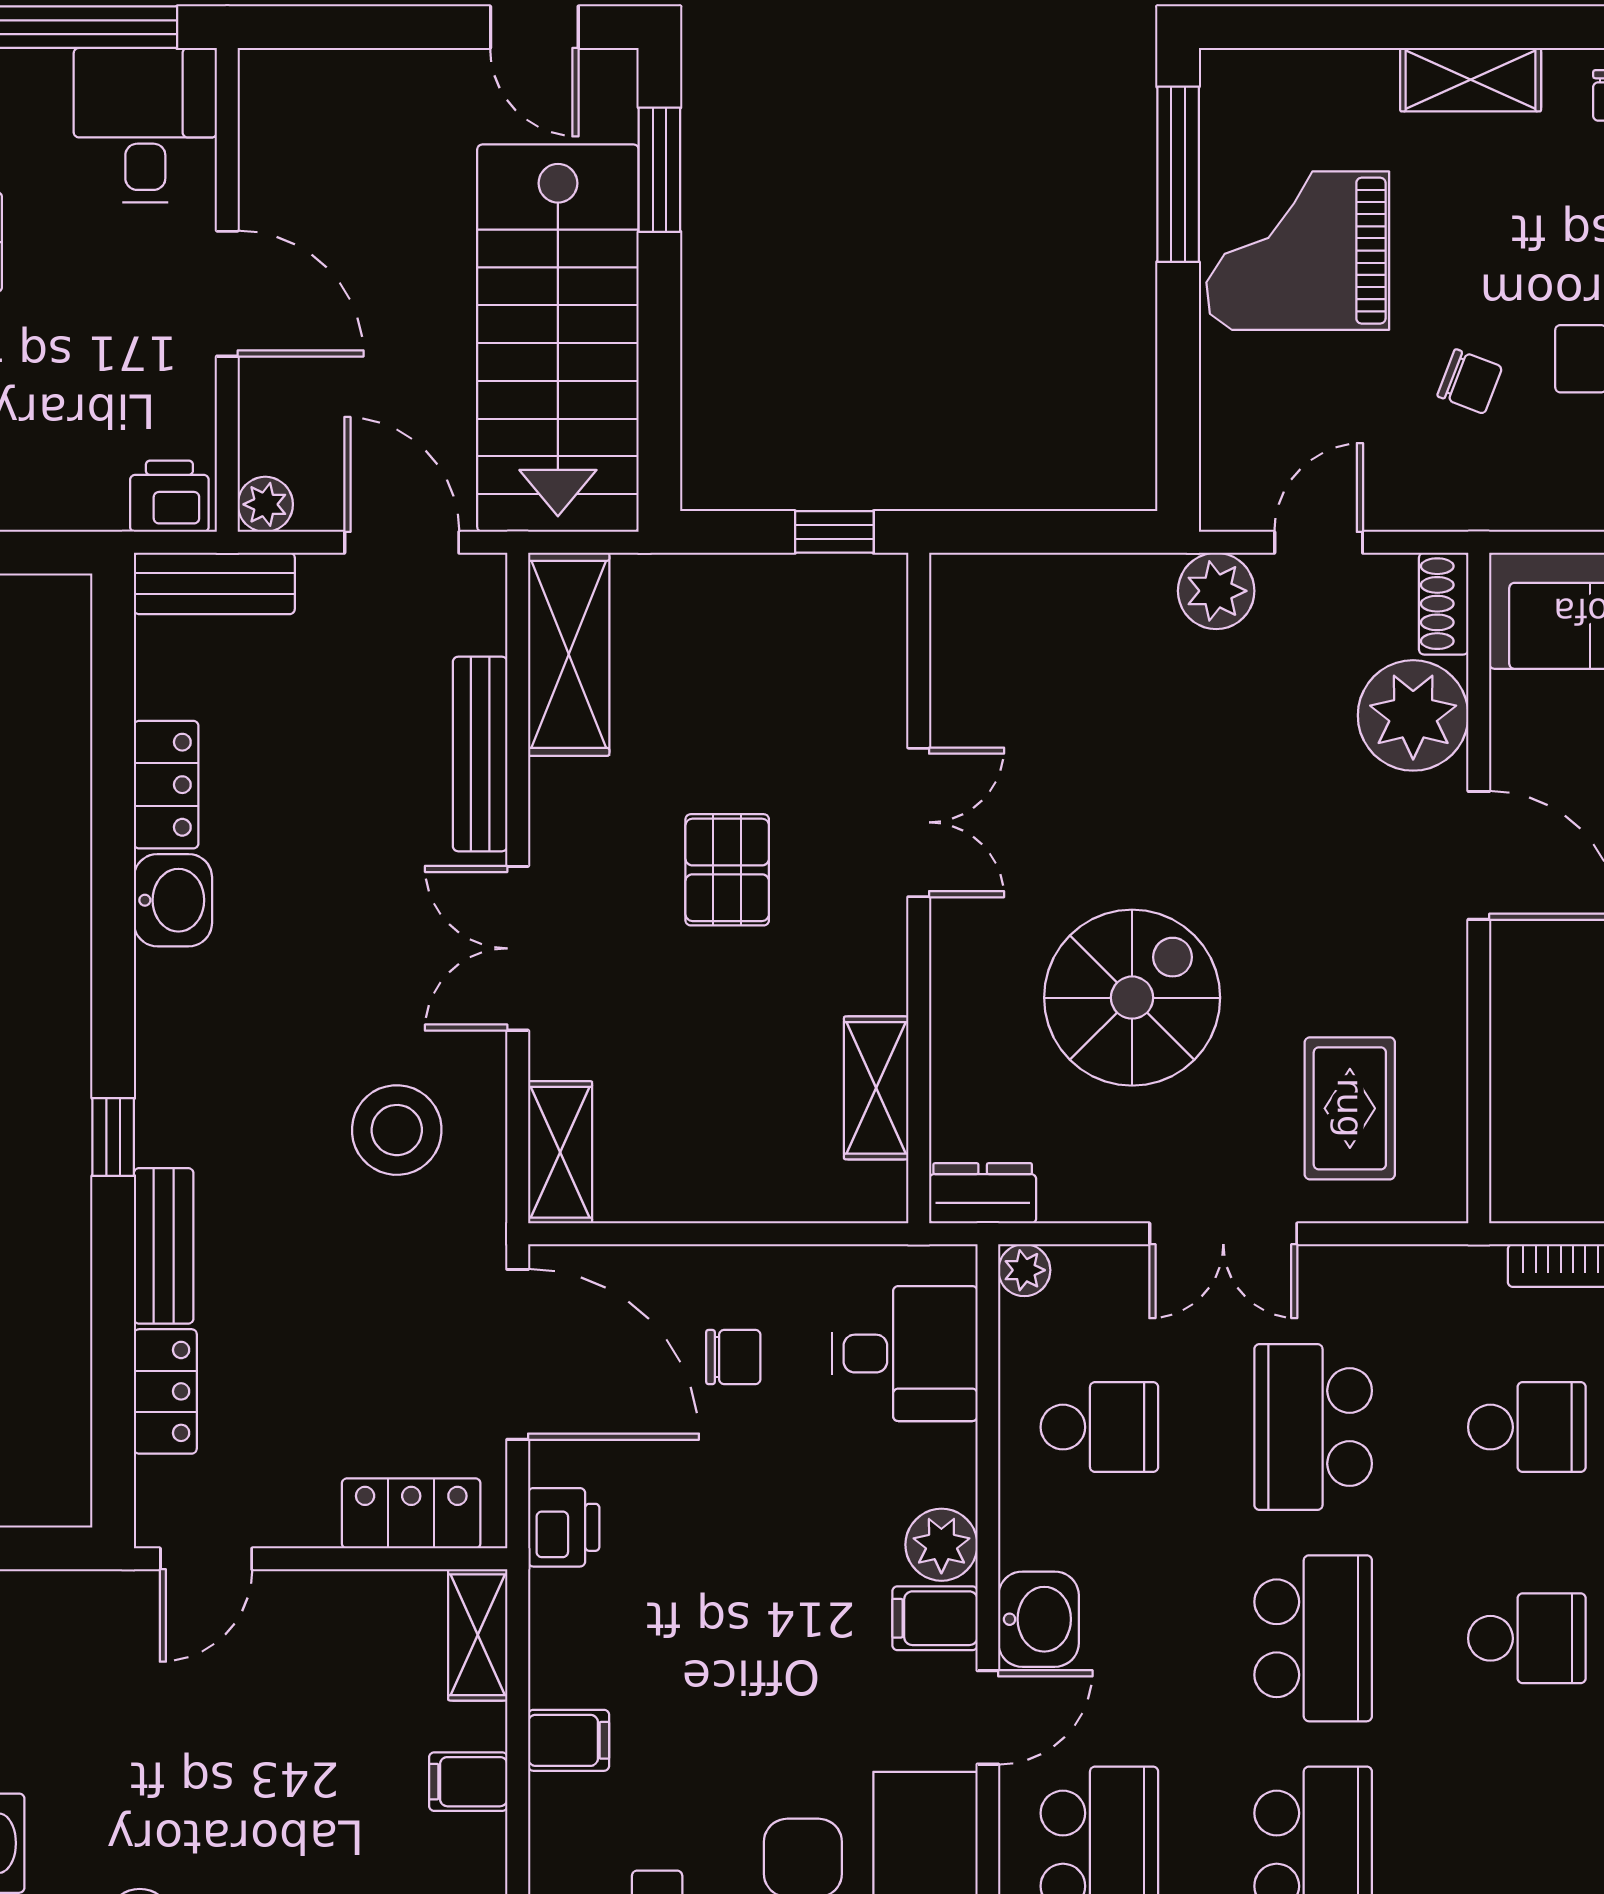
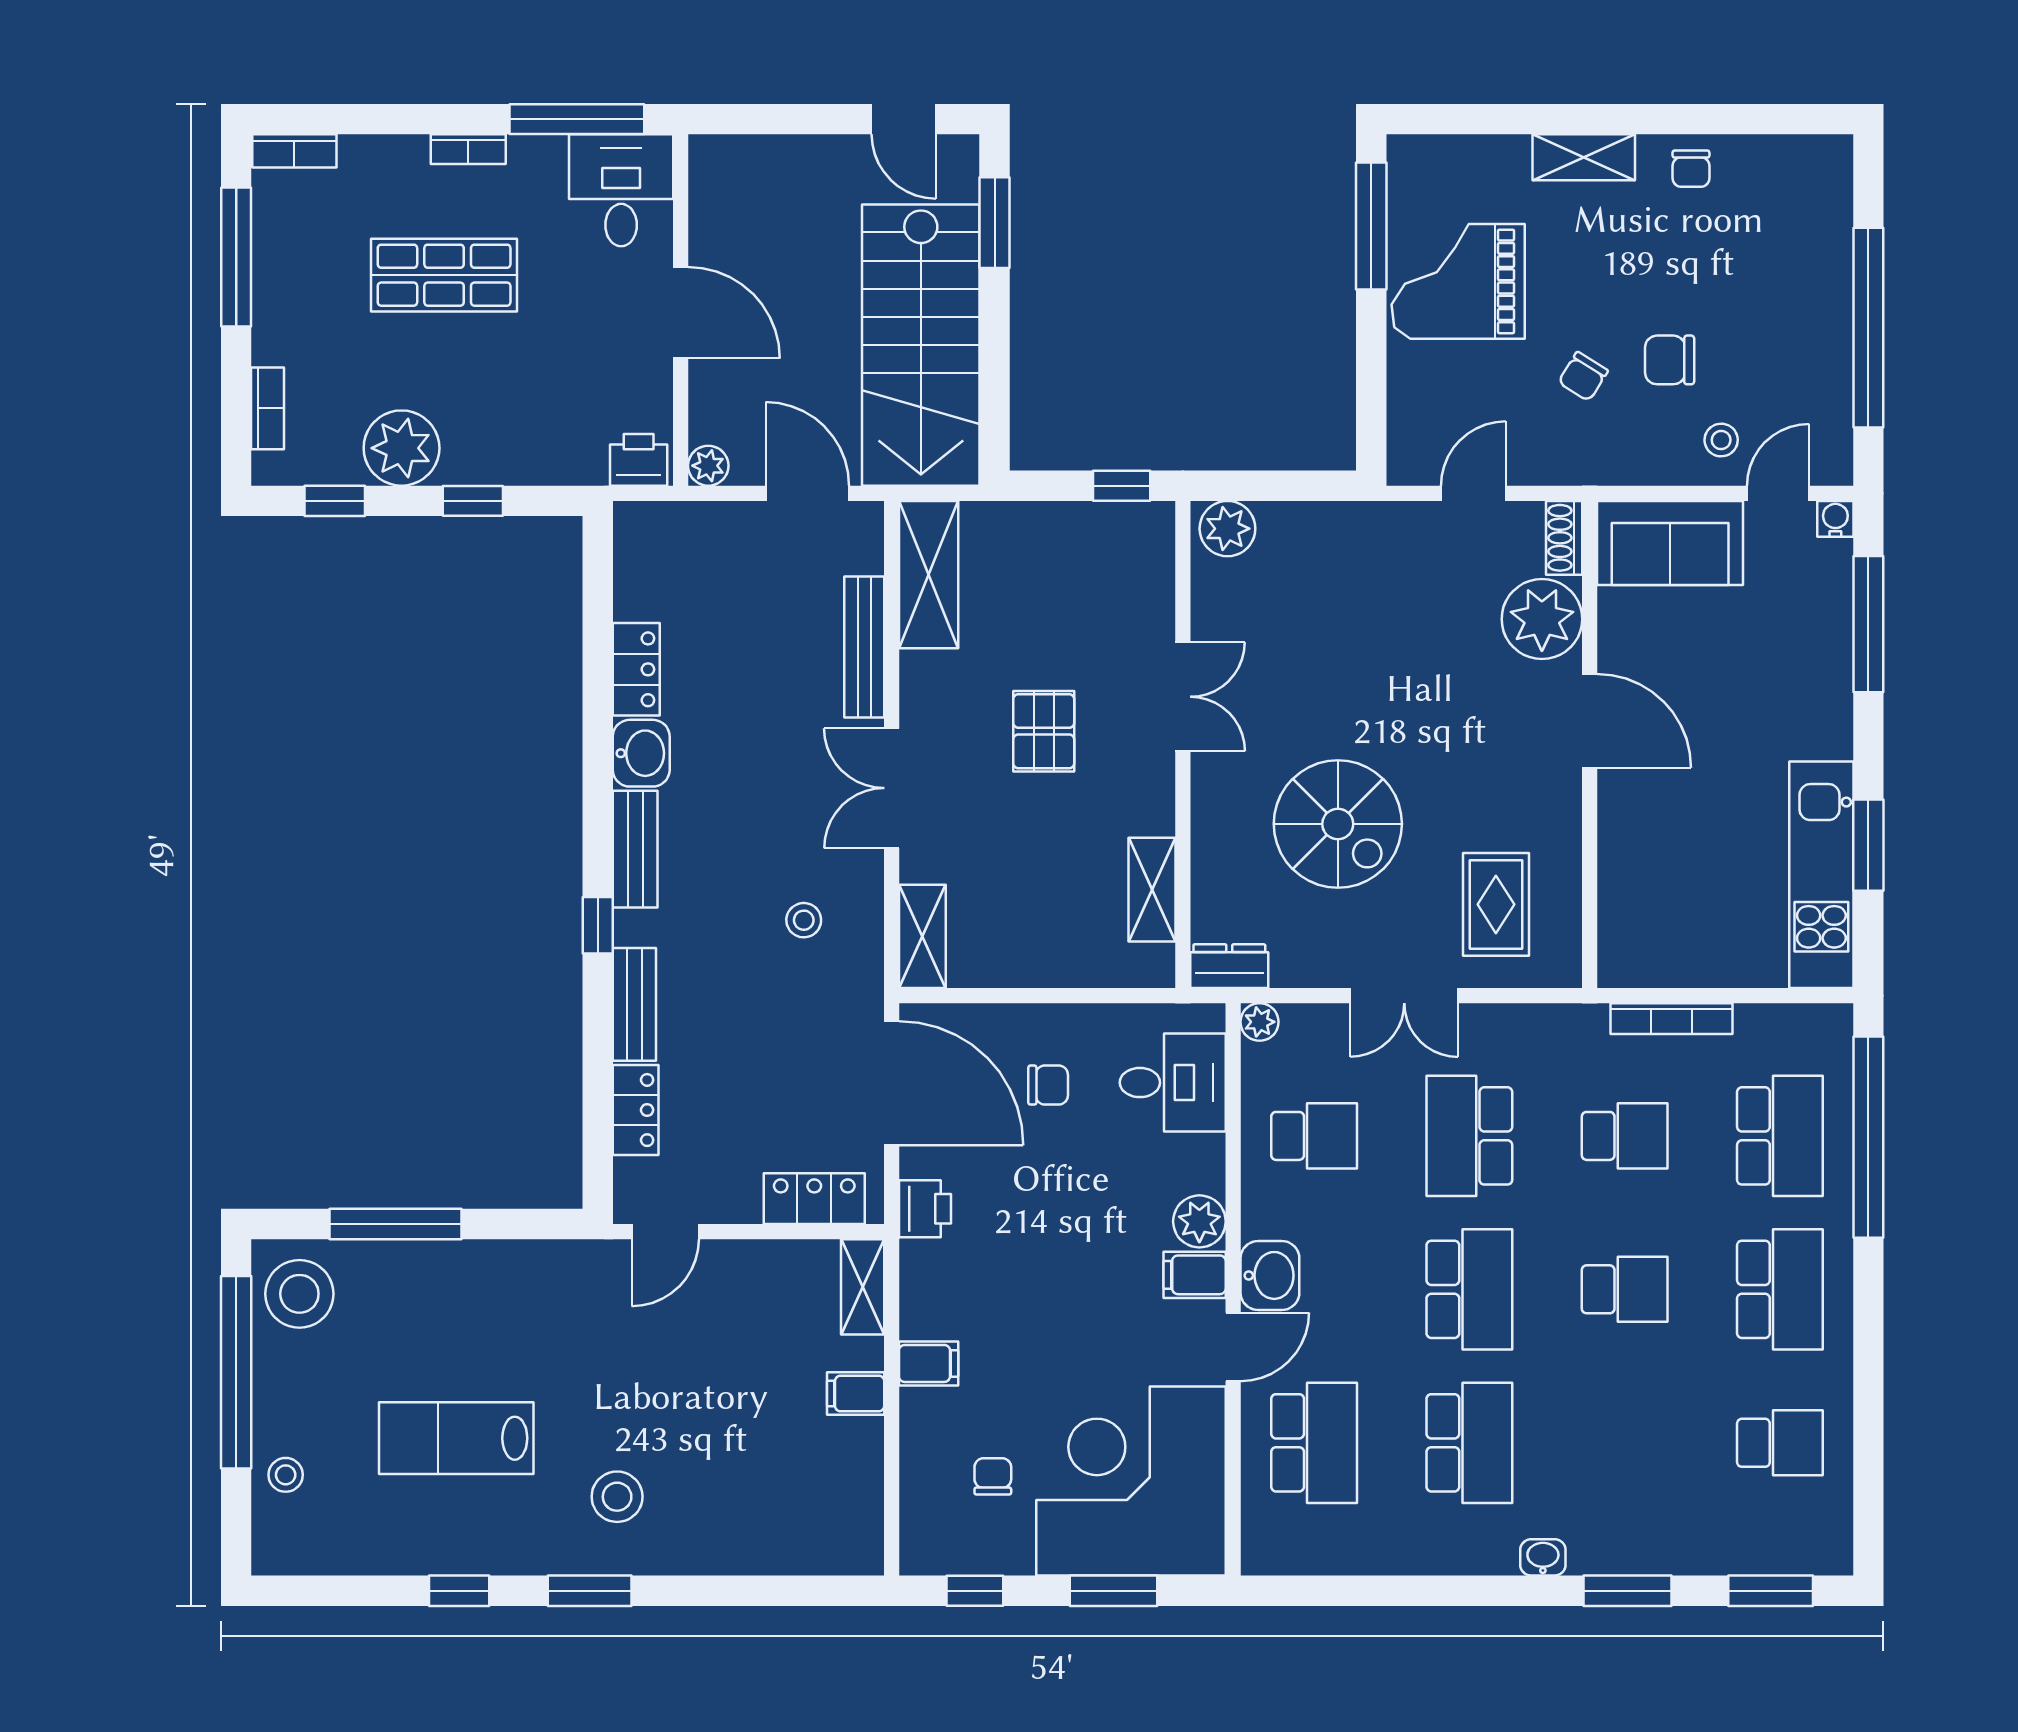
chair: (1470, 382) -> (1583, 376), turned 101
bench: (214, 583) -> (635, 849), moved, turned 90
plant: (1216, 591) -> (1227, 529), moved
spiral stairs: (1132, 998) -> (1338, 824), turned 90
stool: (397, 1130) -> (804, 920), width x0.53, depth x0.53

